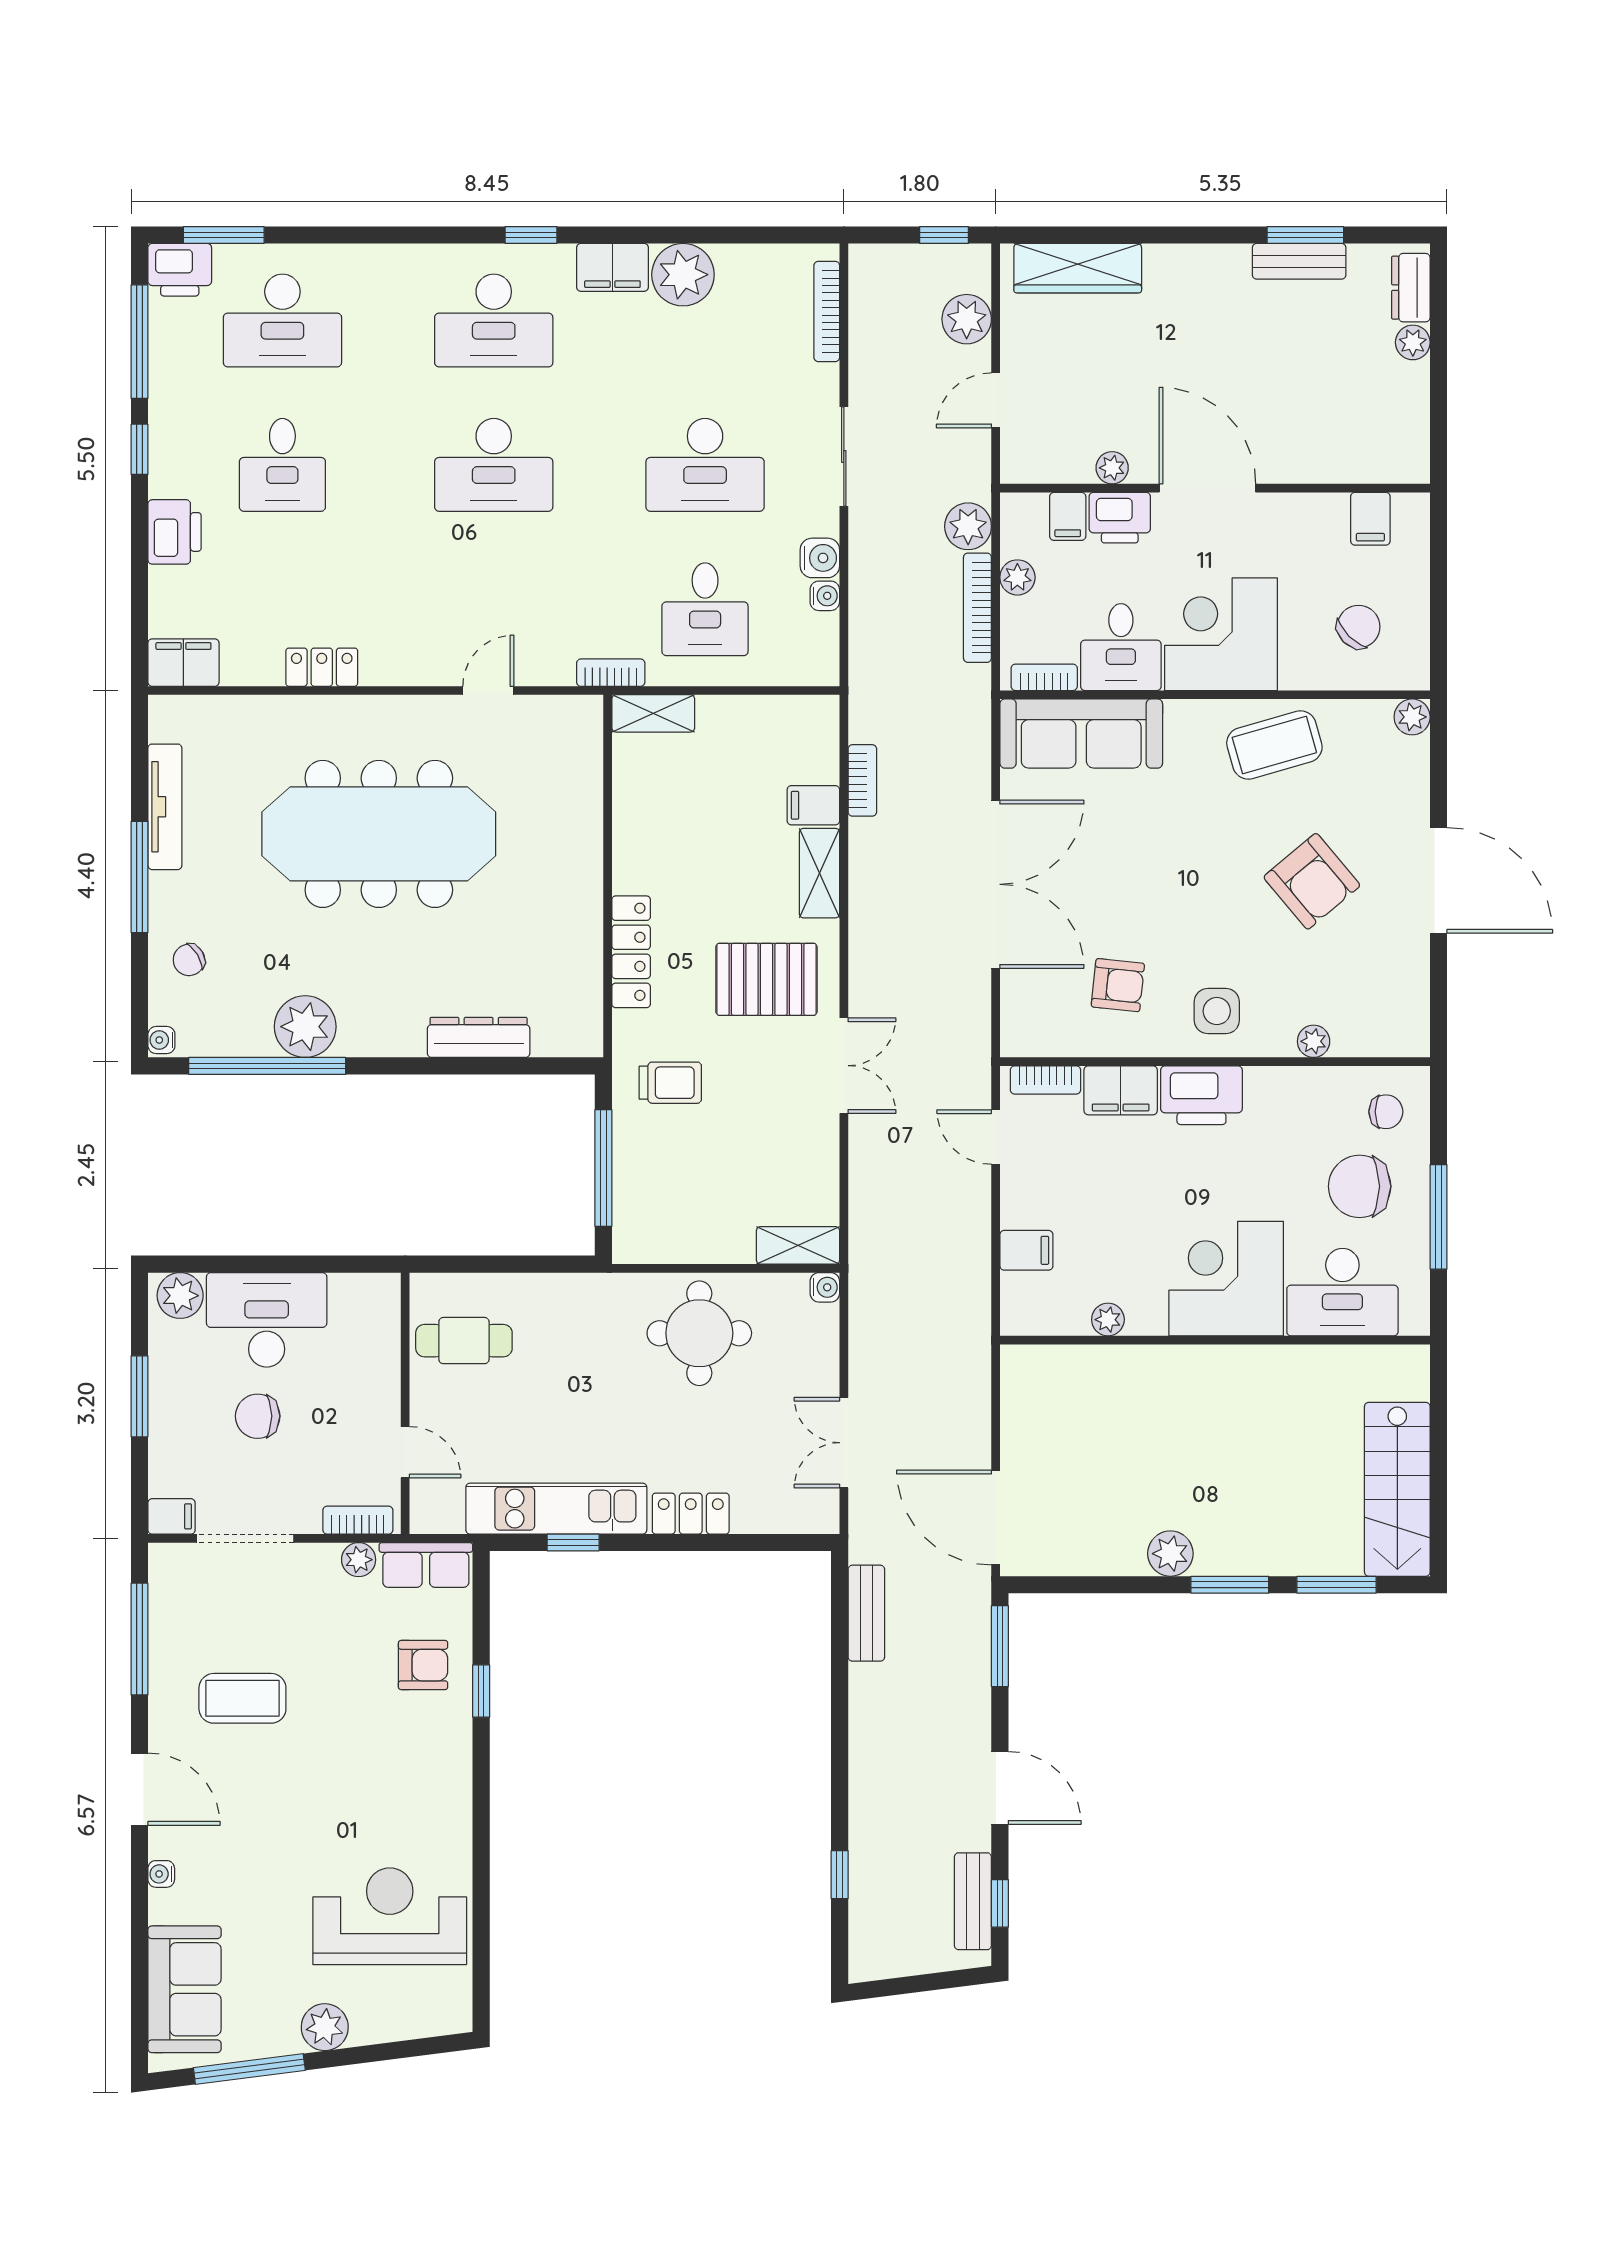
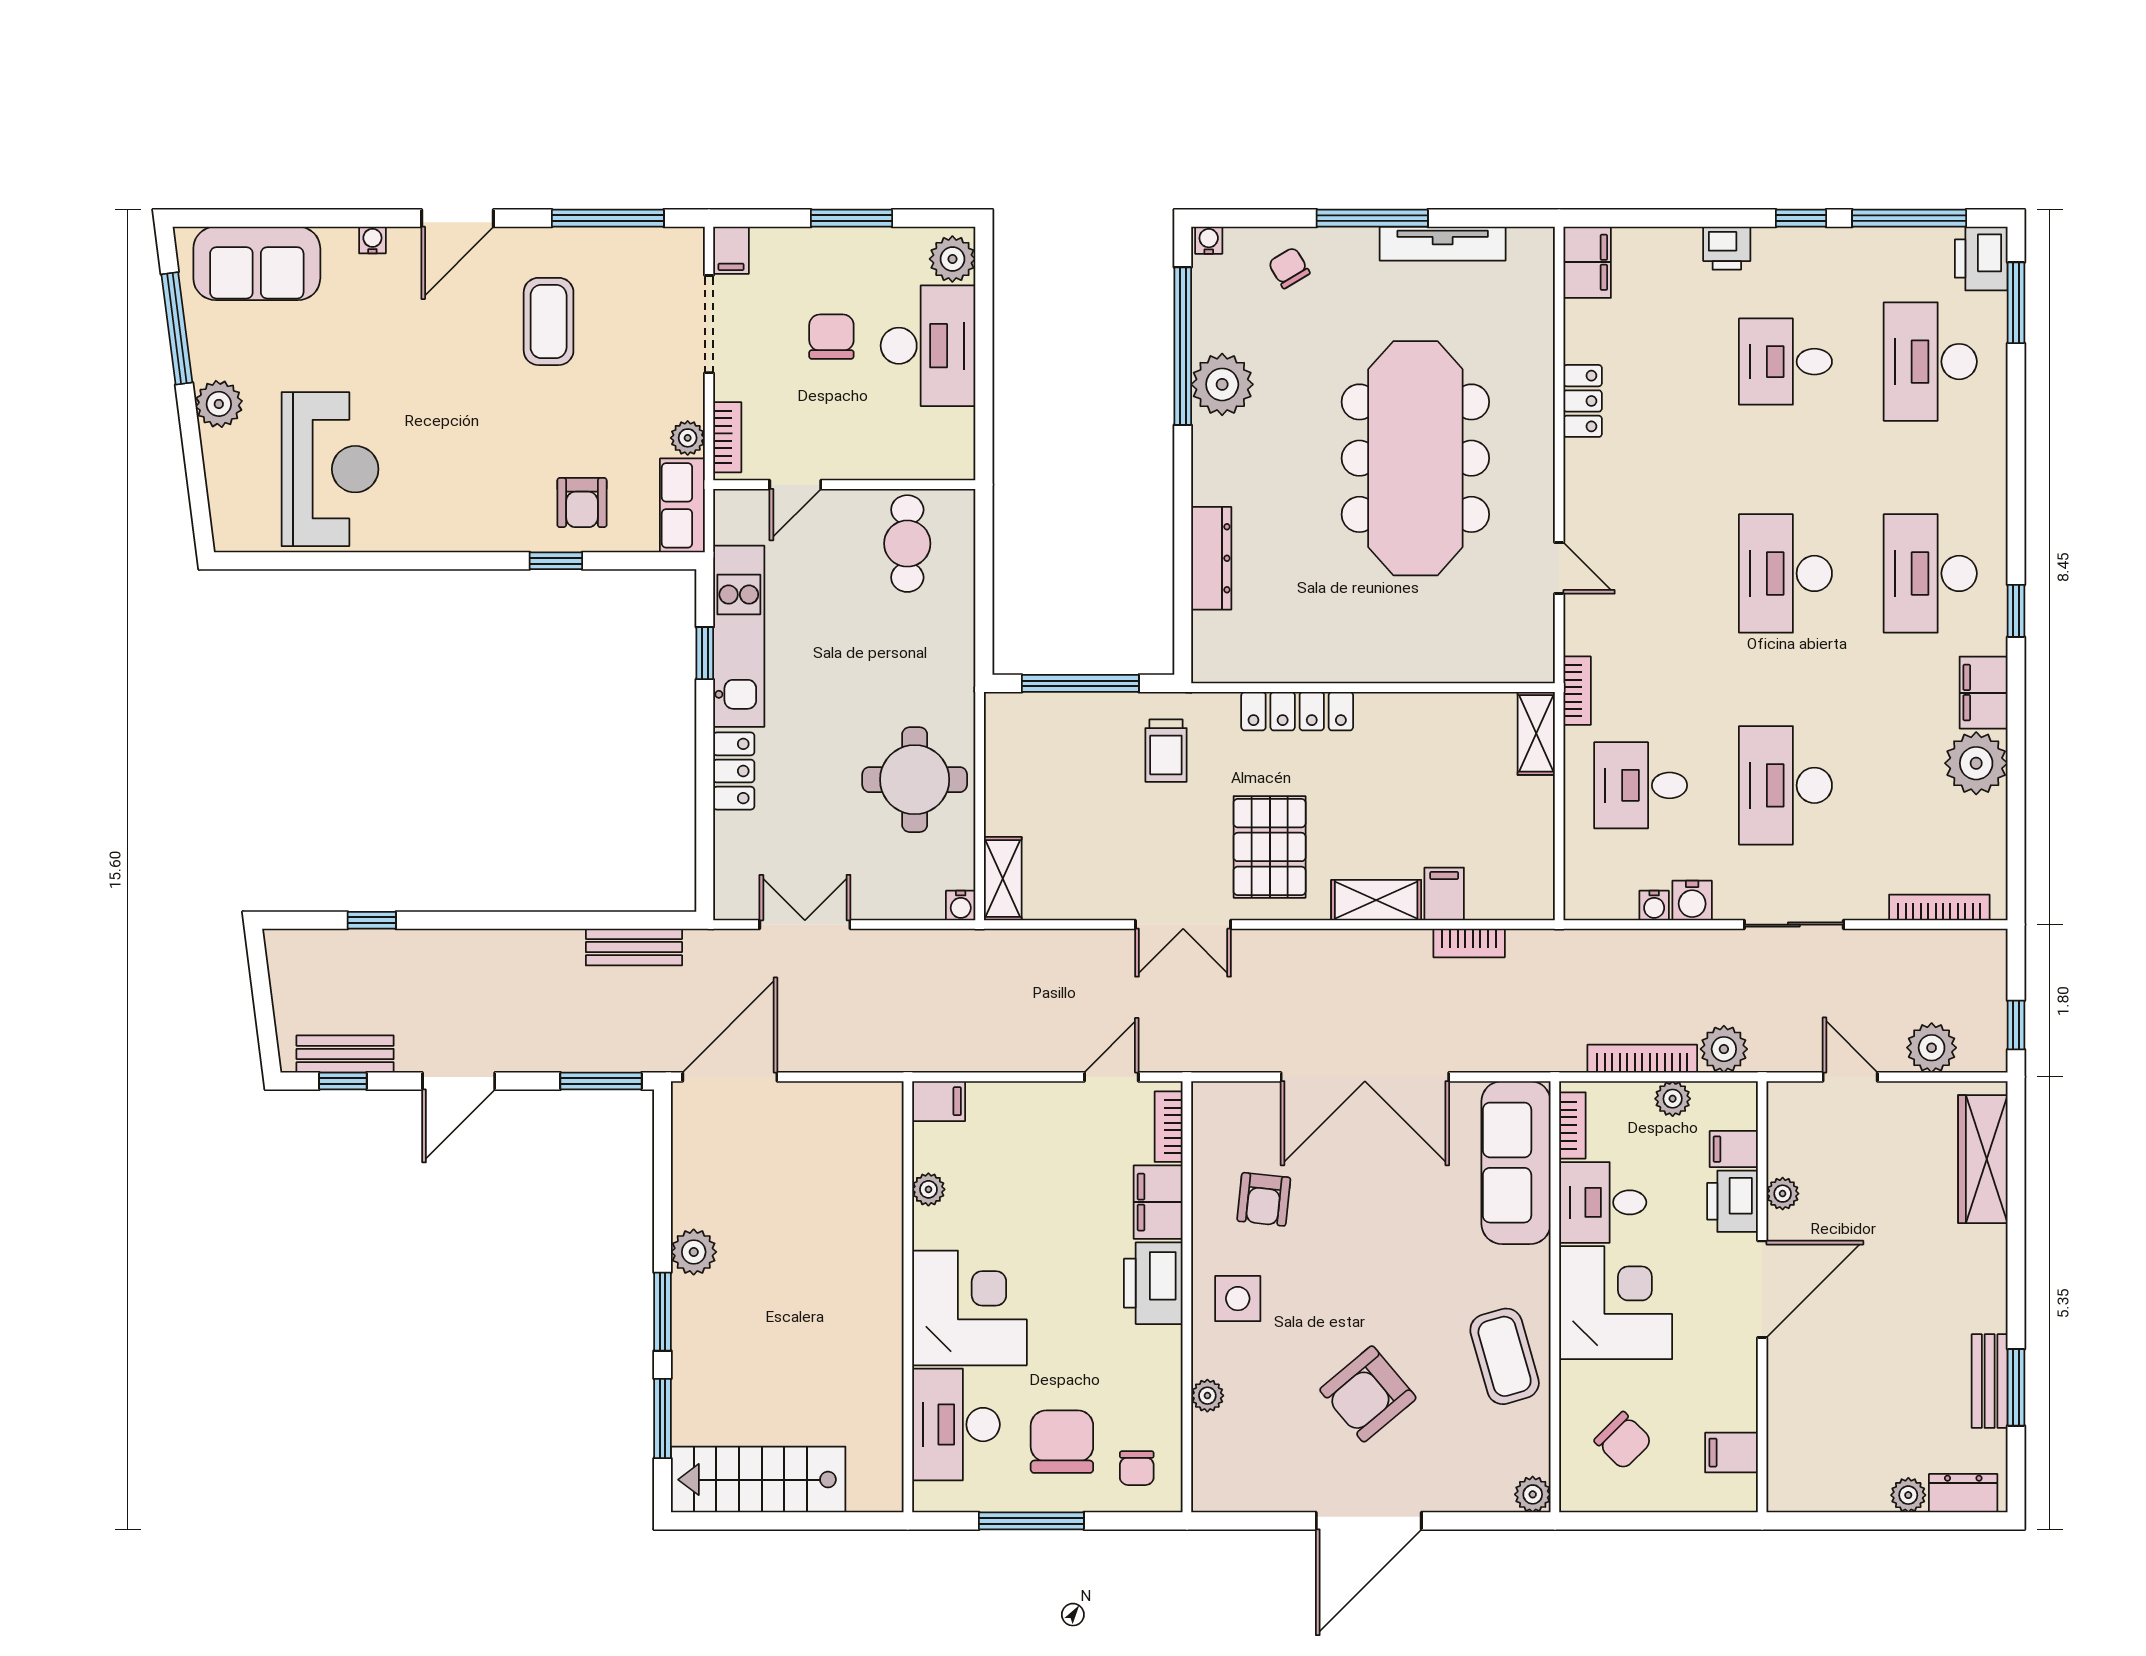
printer: (175, 532) -> (1727, 248), width x0.73, depth x0.81
filing cabinet: (1026, 1250) -> (939, 1101), moved, turned -90

